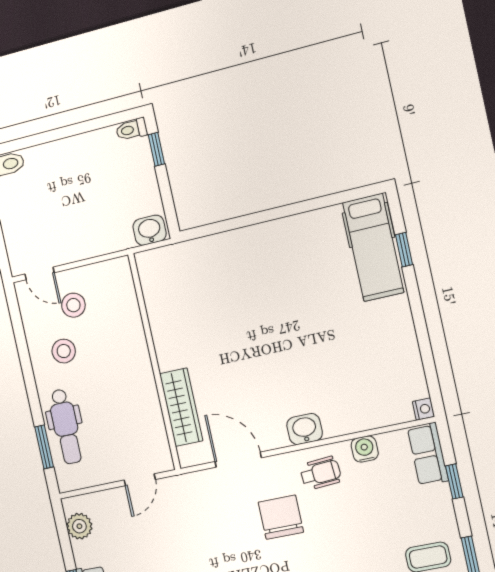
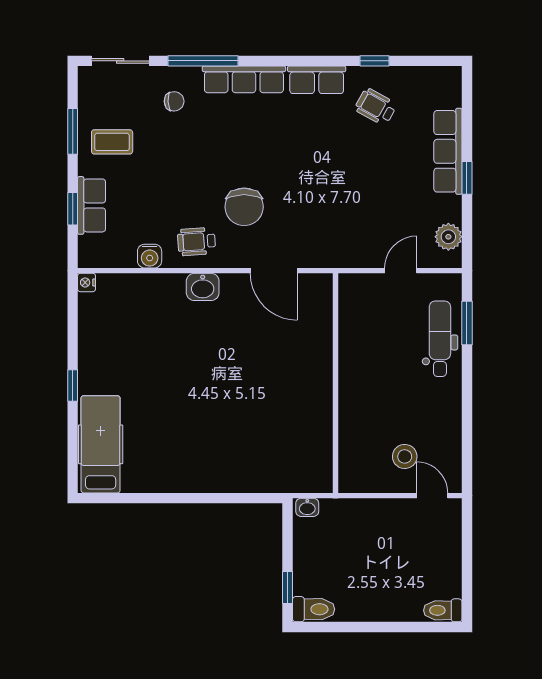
toilet: (131, 129) -> (314, 609), width x1.37, depth x1.39
washbasin: (150, 230) -> (307, 507), width x0.72, depth x0.69
window: (404, 250) -> (73, 385), moved
stool: (64, 351) -> (425, 414), removed
wardrobe: (181, 407) -> (319, 333), removed
row of seats: (428, 454) -> (92, 205), moved
door: (140, 480) -> (401, 271), moved

